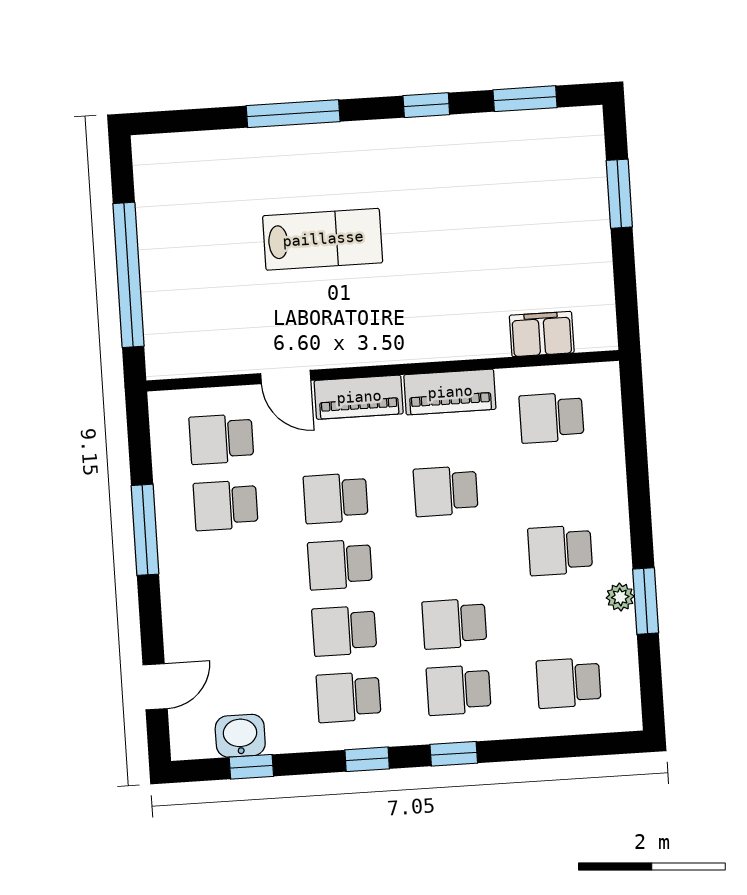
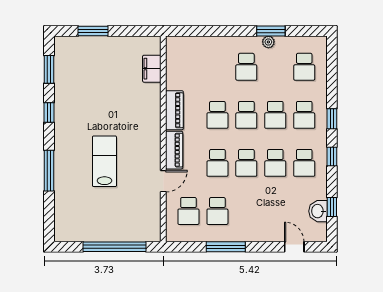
school desk: (552, 418) -> (246, 115), moved

